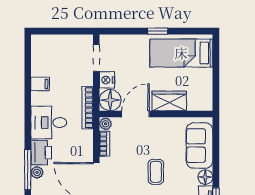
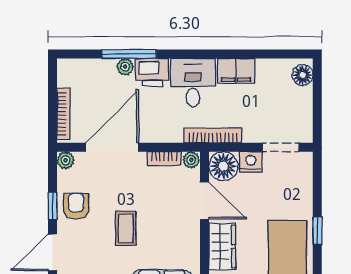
floor lamp: (43, 42) -> (303, 75), added
filing cabinet: (40, 84) -> (236, 71), width x2.00
coffee table: (156, 172) -> (126, 228), turned 90

